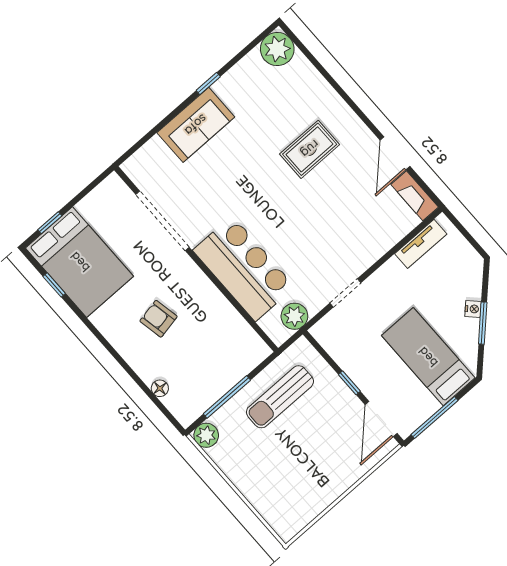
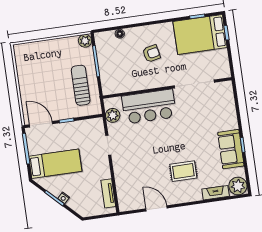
sofa: (196, 125) -> (231, 149), moved
rug: (310, 149) -> (183, 171), turned 90
fireplace: (415, 196) -> (216, 193), moved

